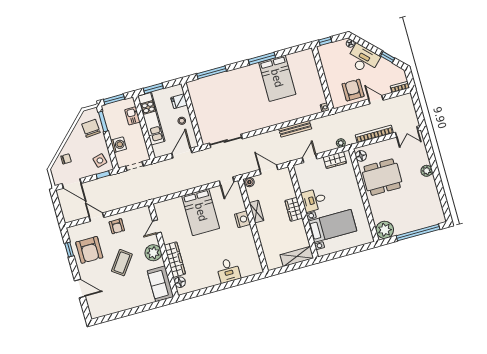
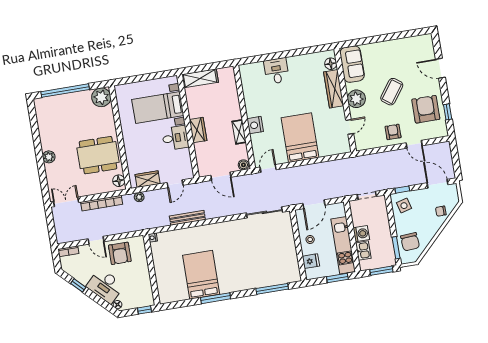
washing machine: (118, 145) -> (361, 234), moved, turned 180

